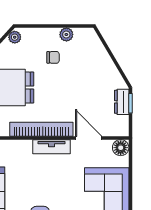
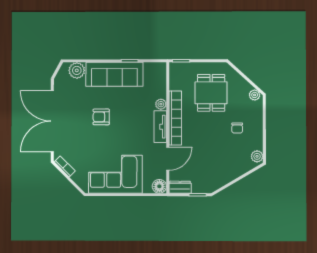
plant: (66, 34) -> (257, 156), moved
dresser: (122, 102) -> (180, 187), moved
plant: (25, 146) -> (161, 104), added

